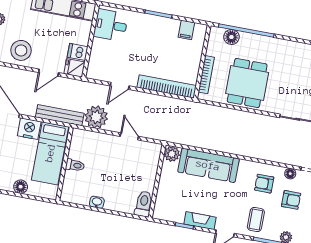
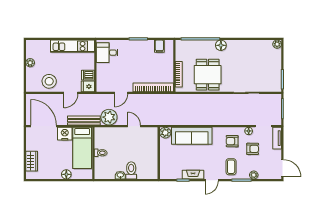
floor lamp: (231, 37) -> (221, 45), moved
toilet: (144, 204) -> (131, 170), moved

